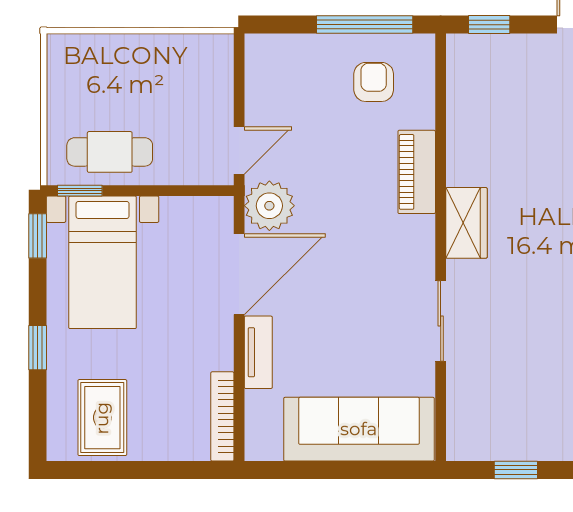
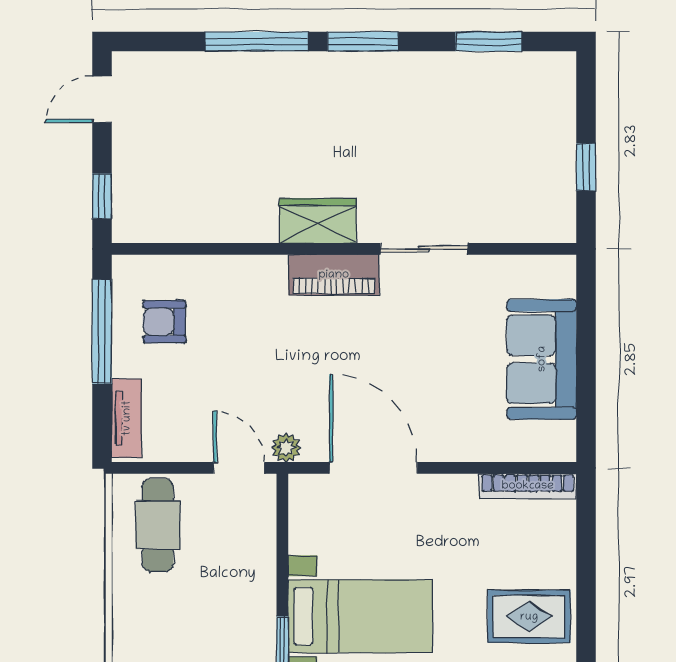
cafe table: (110, 152) -> (158, 525), moved
piano: (417, 172) -> (334, 275), moved
plant: (269, 206) -> (286, 448), width x0.53, depth x0.53
tv unit: (258, 352) -> (127, 418), moved, turned 90
sofa: (359, 429) -> (542, 359), width x0.73

